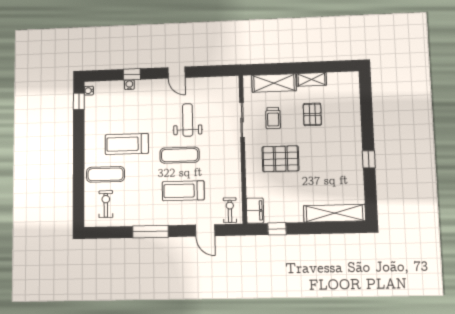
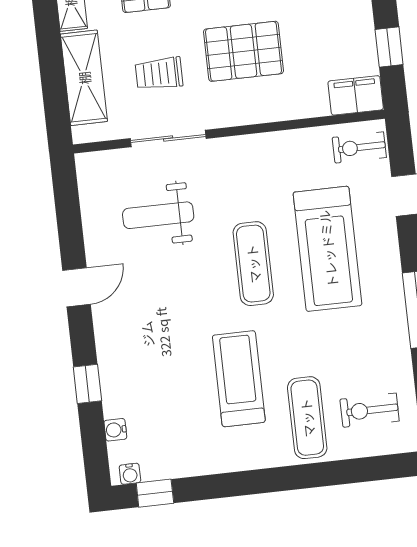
water cooler: (129, 85) -> (115, 430), moved
trolley: (273, 118) -> (159, 74), turned 180
weight bench: (188, 120) -> (158, 215), moved
treadmill: (127, 144) -> (239, 379), turned 180
pallet: (280, 159) -> (243, 51), turned 90
treadmill: (183, 191) -> (328, 249), width x1.37, depth x1.38

